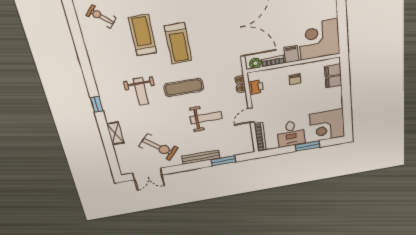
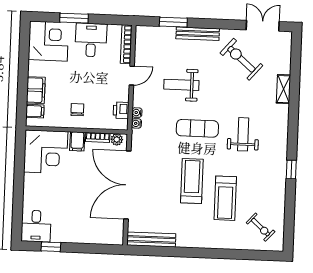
filing cabinet: (333, 82) -> (36, 90), width x2.00
window: (97, 104) -> (291, 170), moved

